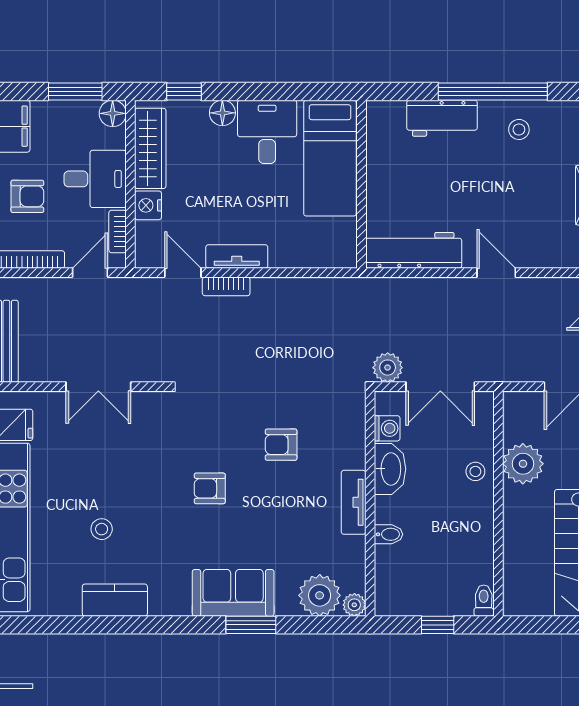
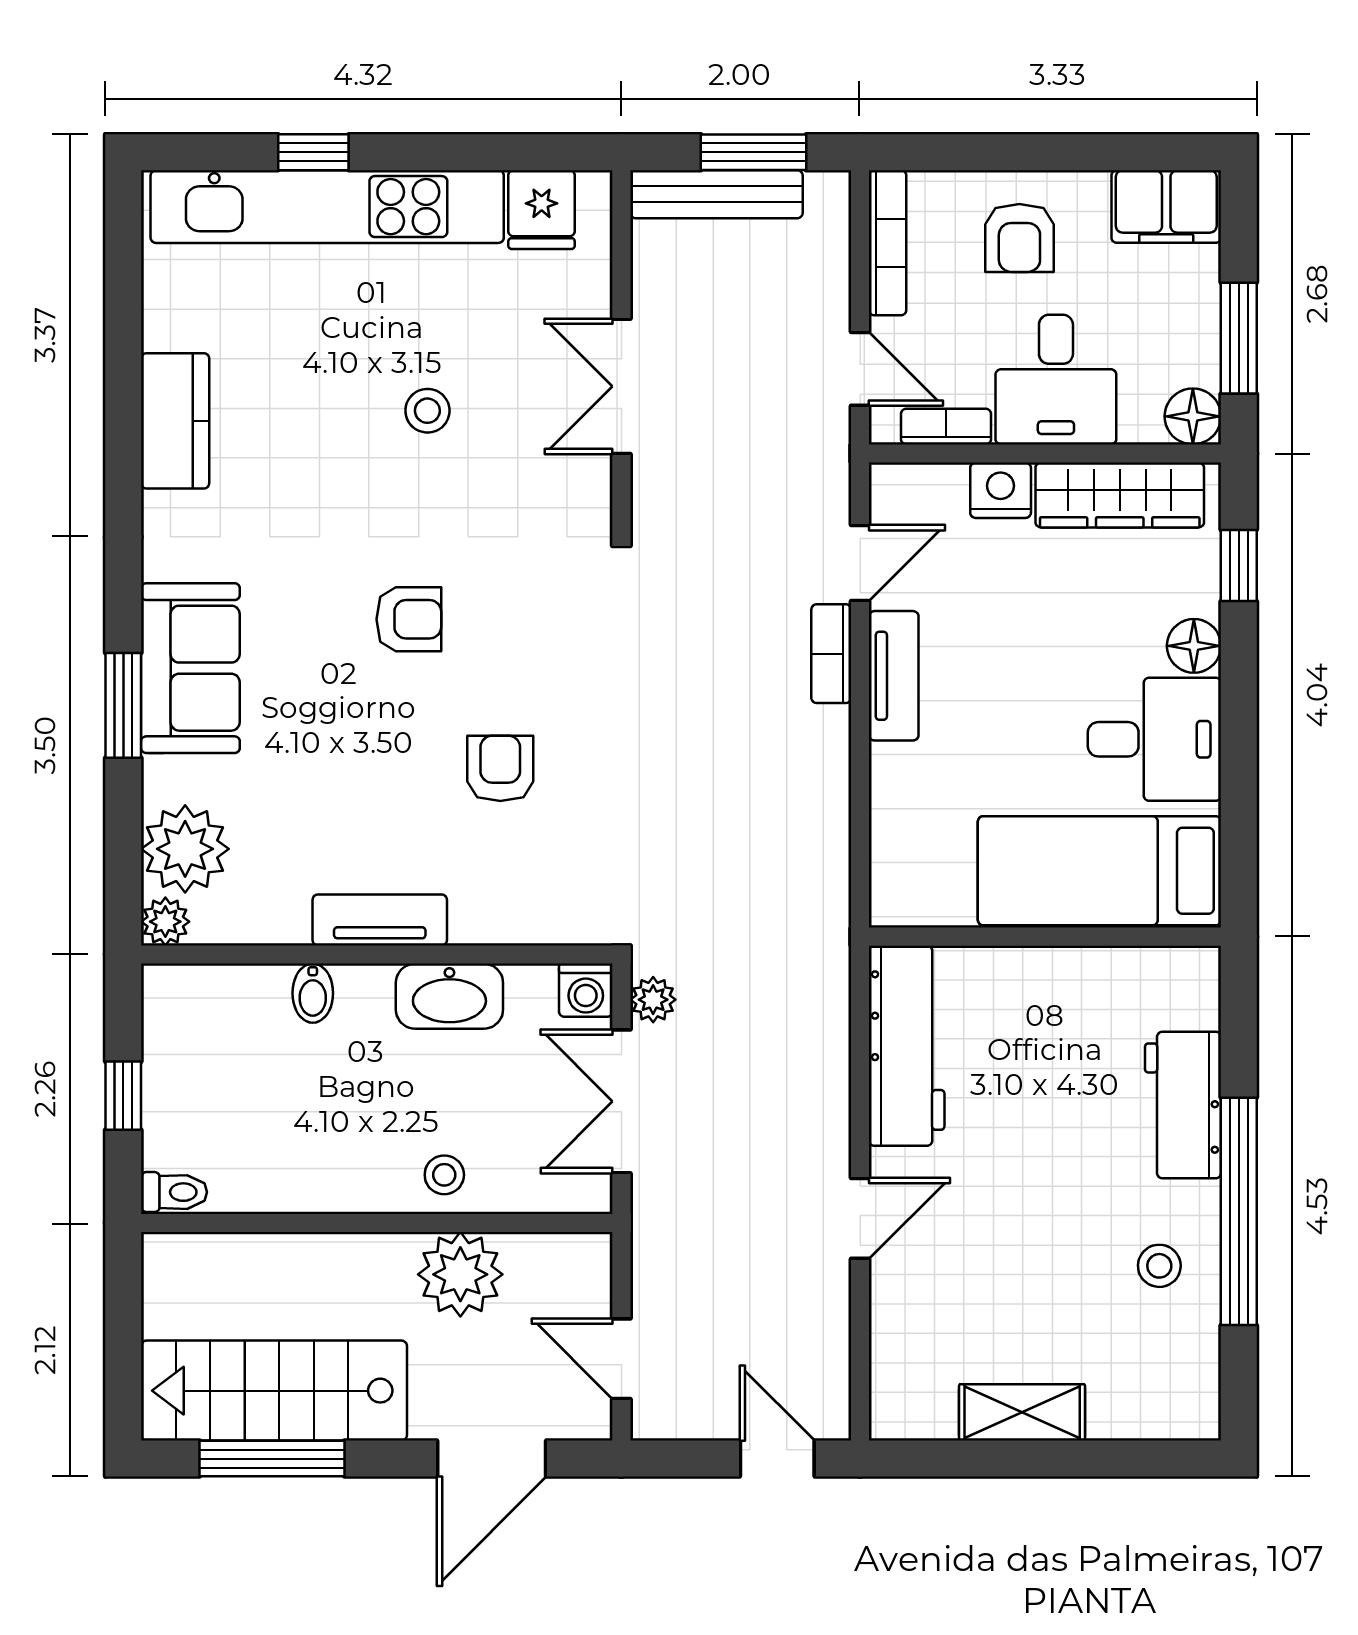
plant: (388, 368) -> (653, 1000), width x0.73, depth x0.73
washing machine: (387, 428) -> (586, 990), moved
armchair: (210, 488) -> (409, 619), turned 90
stool: (102, 529) -> (427, 411), moved

